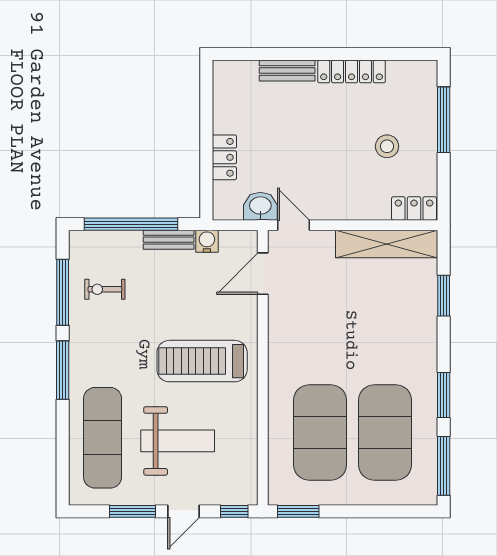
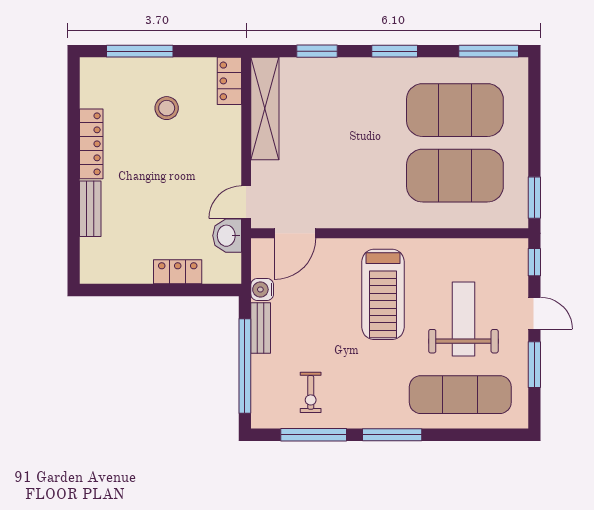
door: (263, 274) -> (295, 233), hinge flipped
window: (444, 395) -> (395, 51), moved

